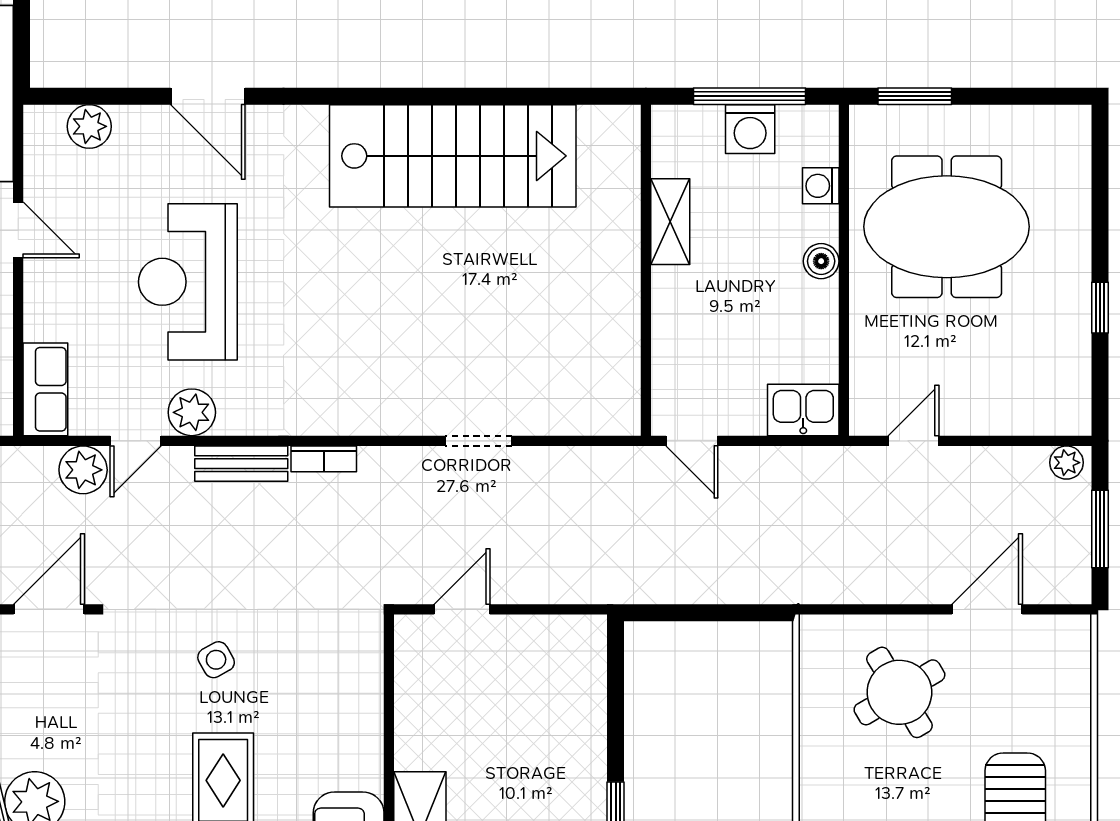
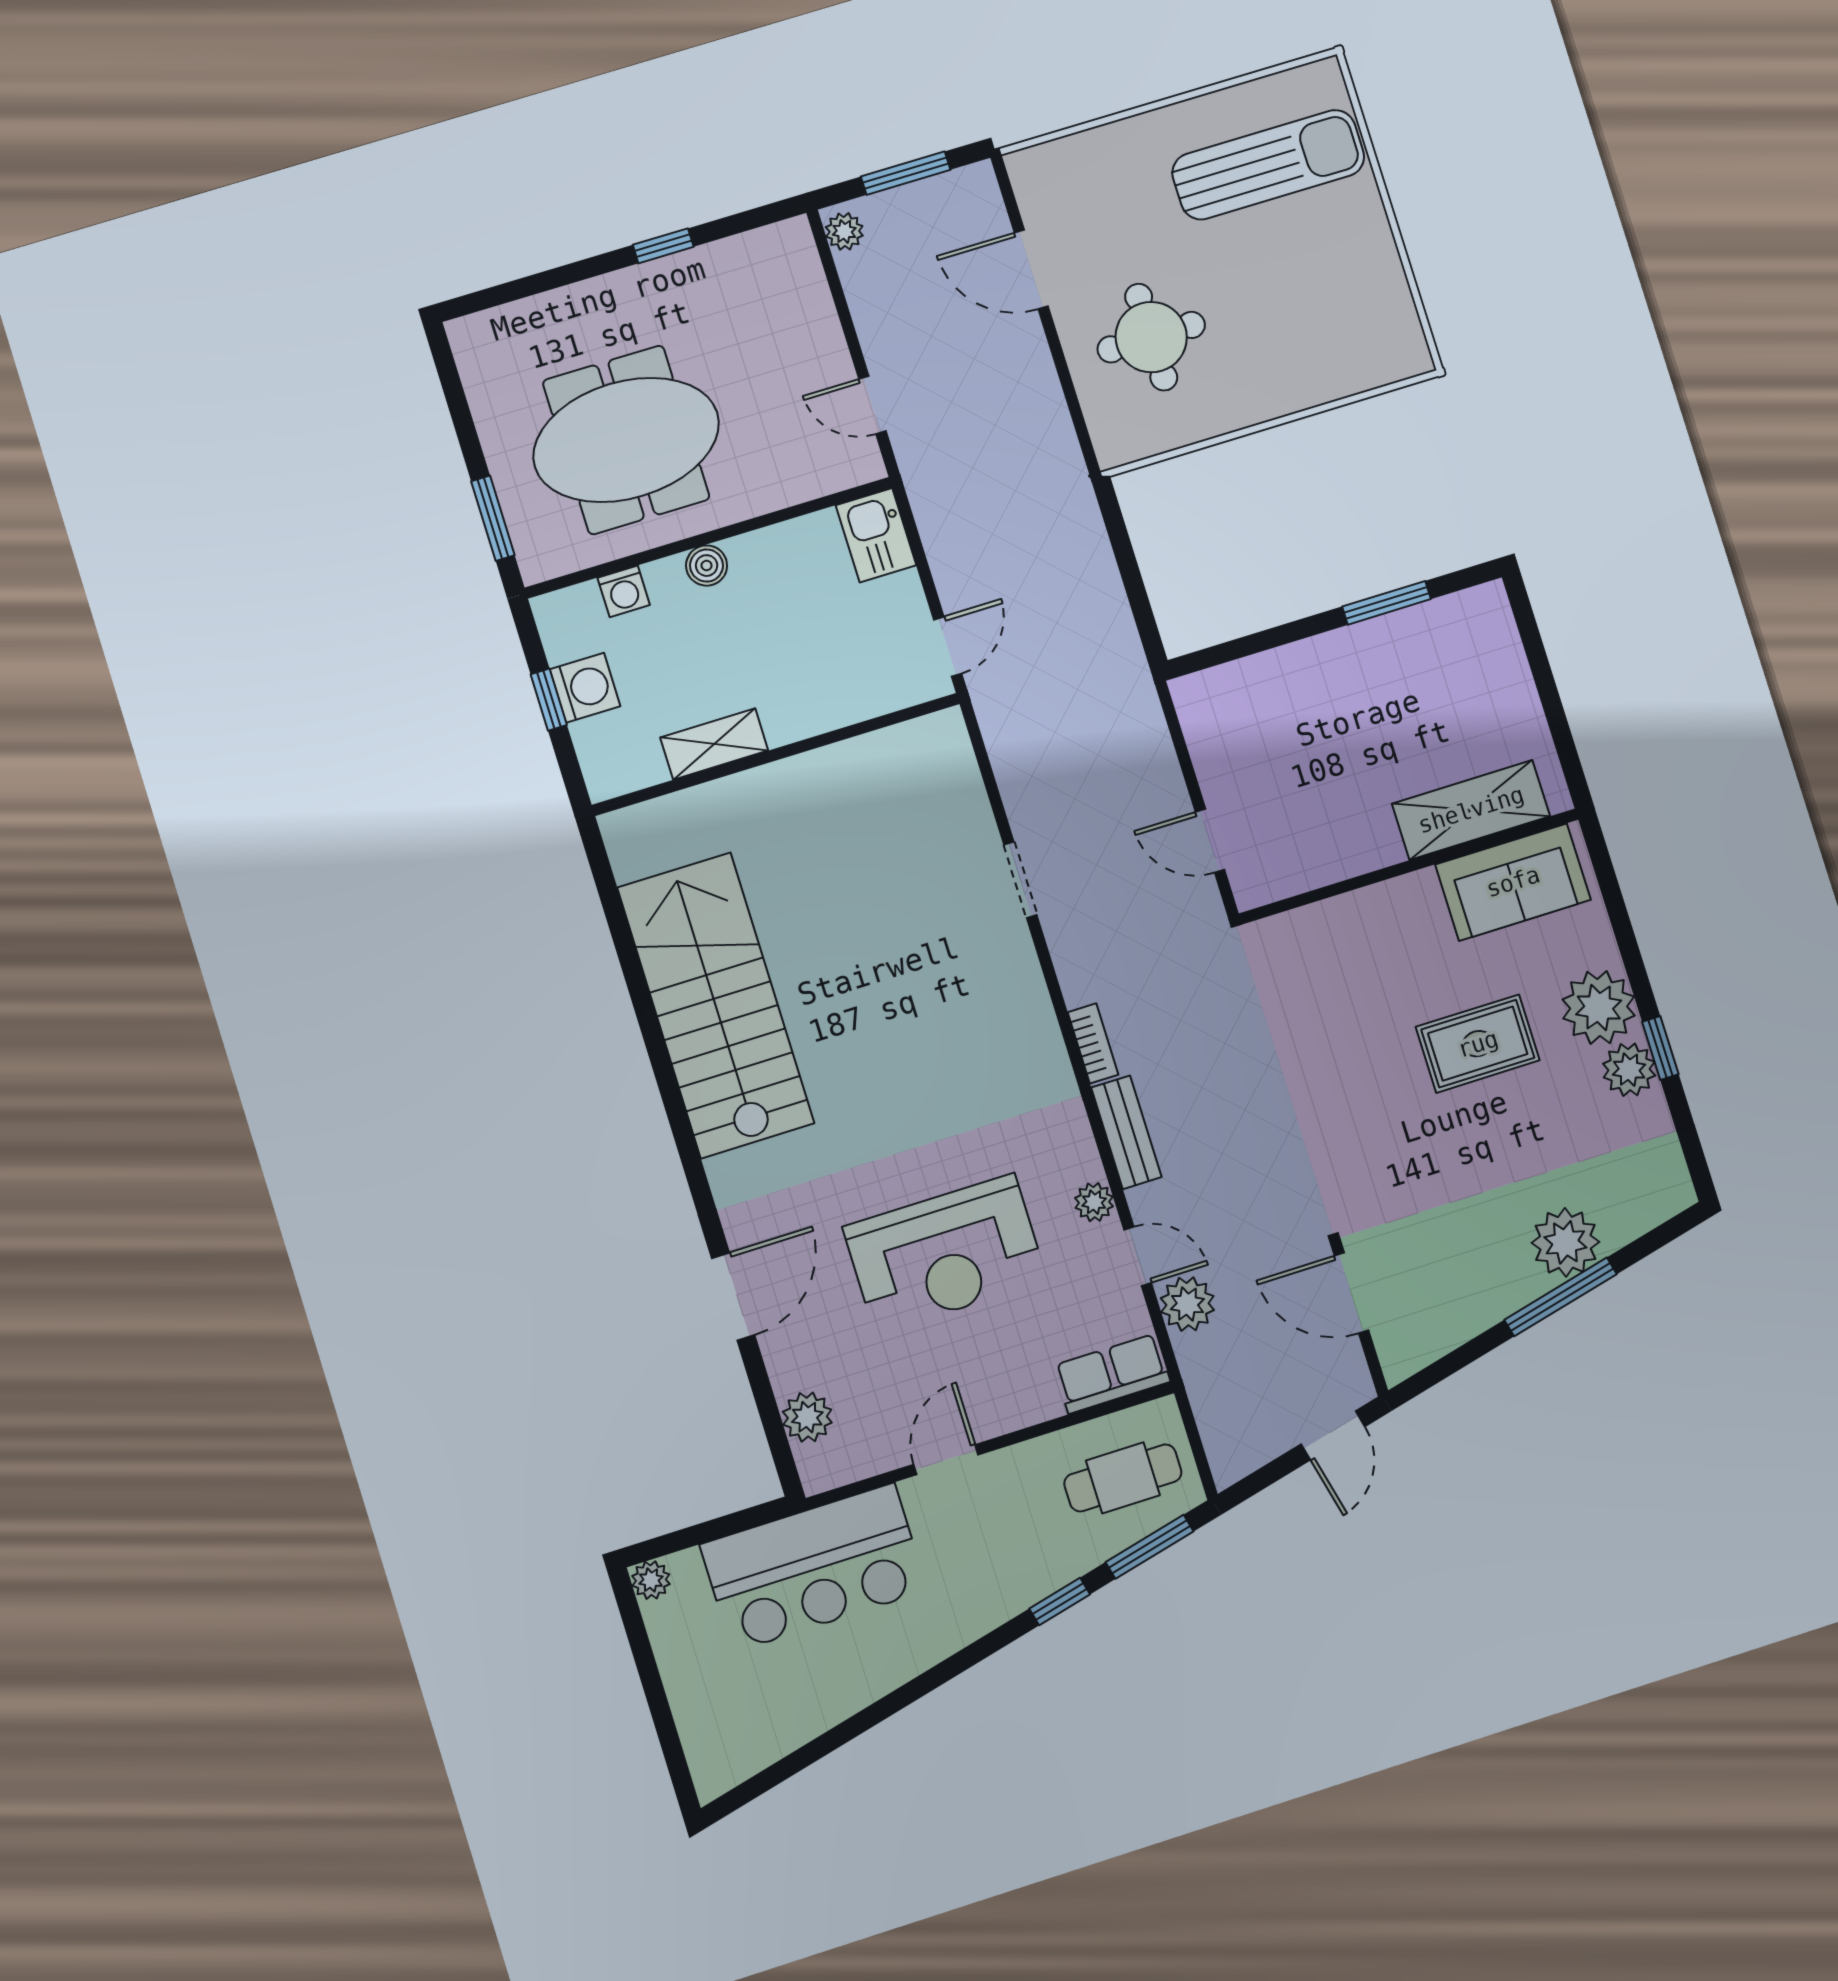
window: (749, 96) -> (549, 700), width x0.46
meeting table: (947, 227) -> (626, 440), turned 90
plant: (192, 412) -> (1094, 1202), width x0.73, depth x0.73
side table: (216, 660) -> (1349, 1093), removed
round table: (899, 692) -> (1151, 337), turned 31

